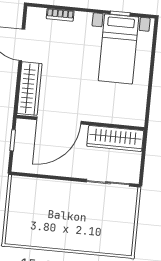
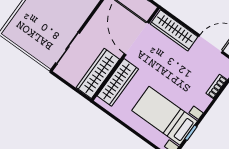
wardrobe: (113, 114) -> (118, 82), added

